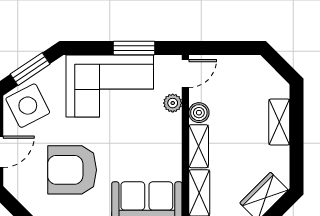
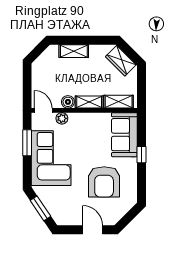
side table: (28, 106) -> (64, 210), removed

